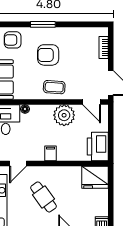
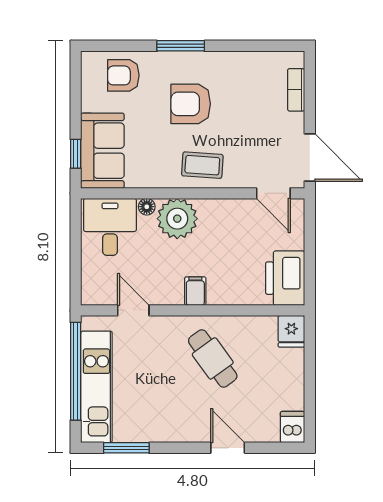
plant: (64, 115) -> (177, 219), moved
door: (18, 164) -> (133, 310), swing flipped
fridge: (95, 177) -> (291, 331), width x0.53, depth x0.75
cafe table: (44, 197) -> (213, 358), moved

